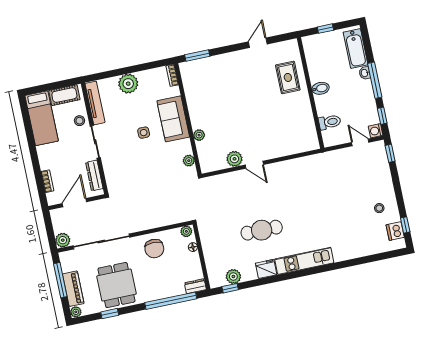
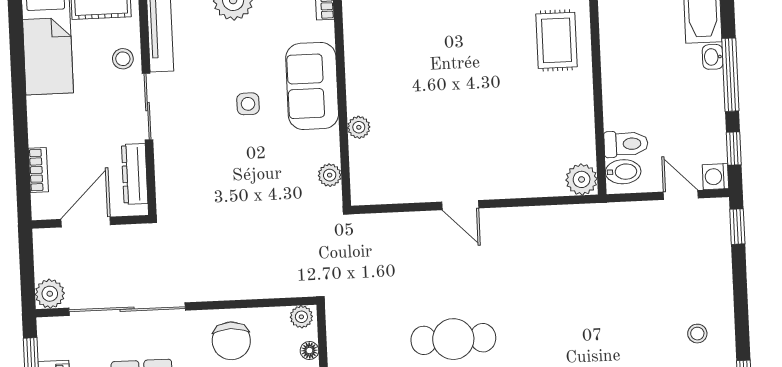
bidet: (321, 88) -> (623, 172), moved
plant: (234, 159) -> (582, 179), moved

